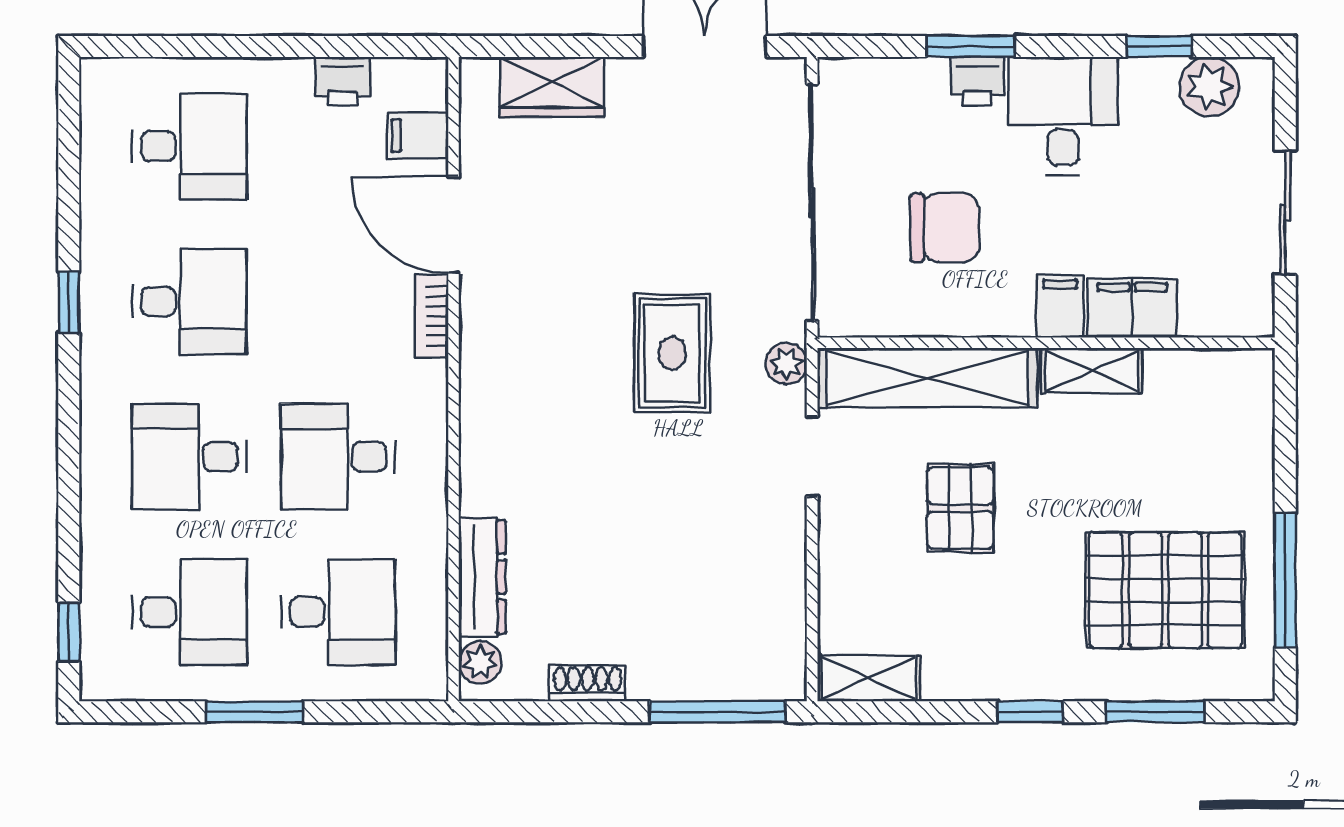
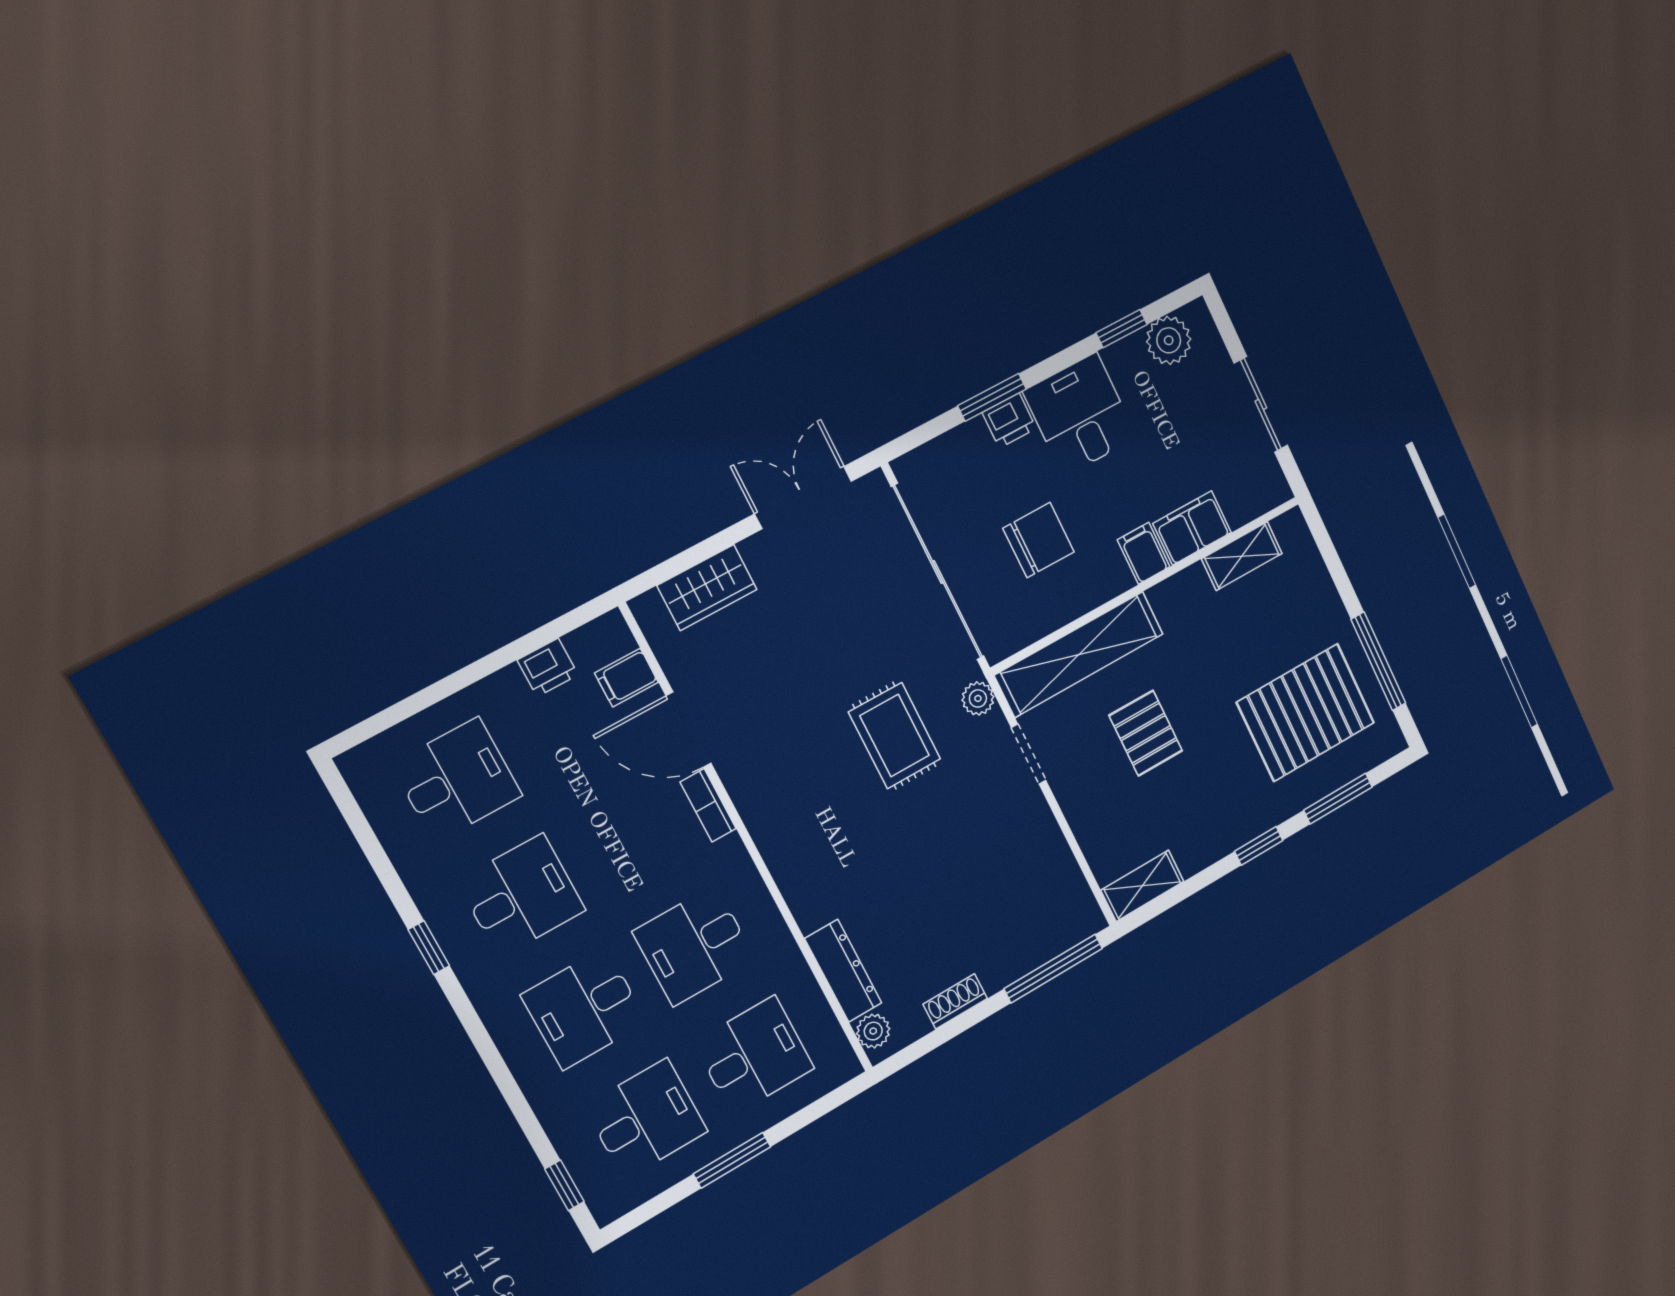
shelving: (1092, 371) -> (1242, 556), moved

